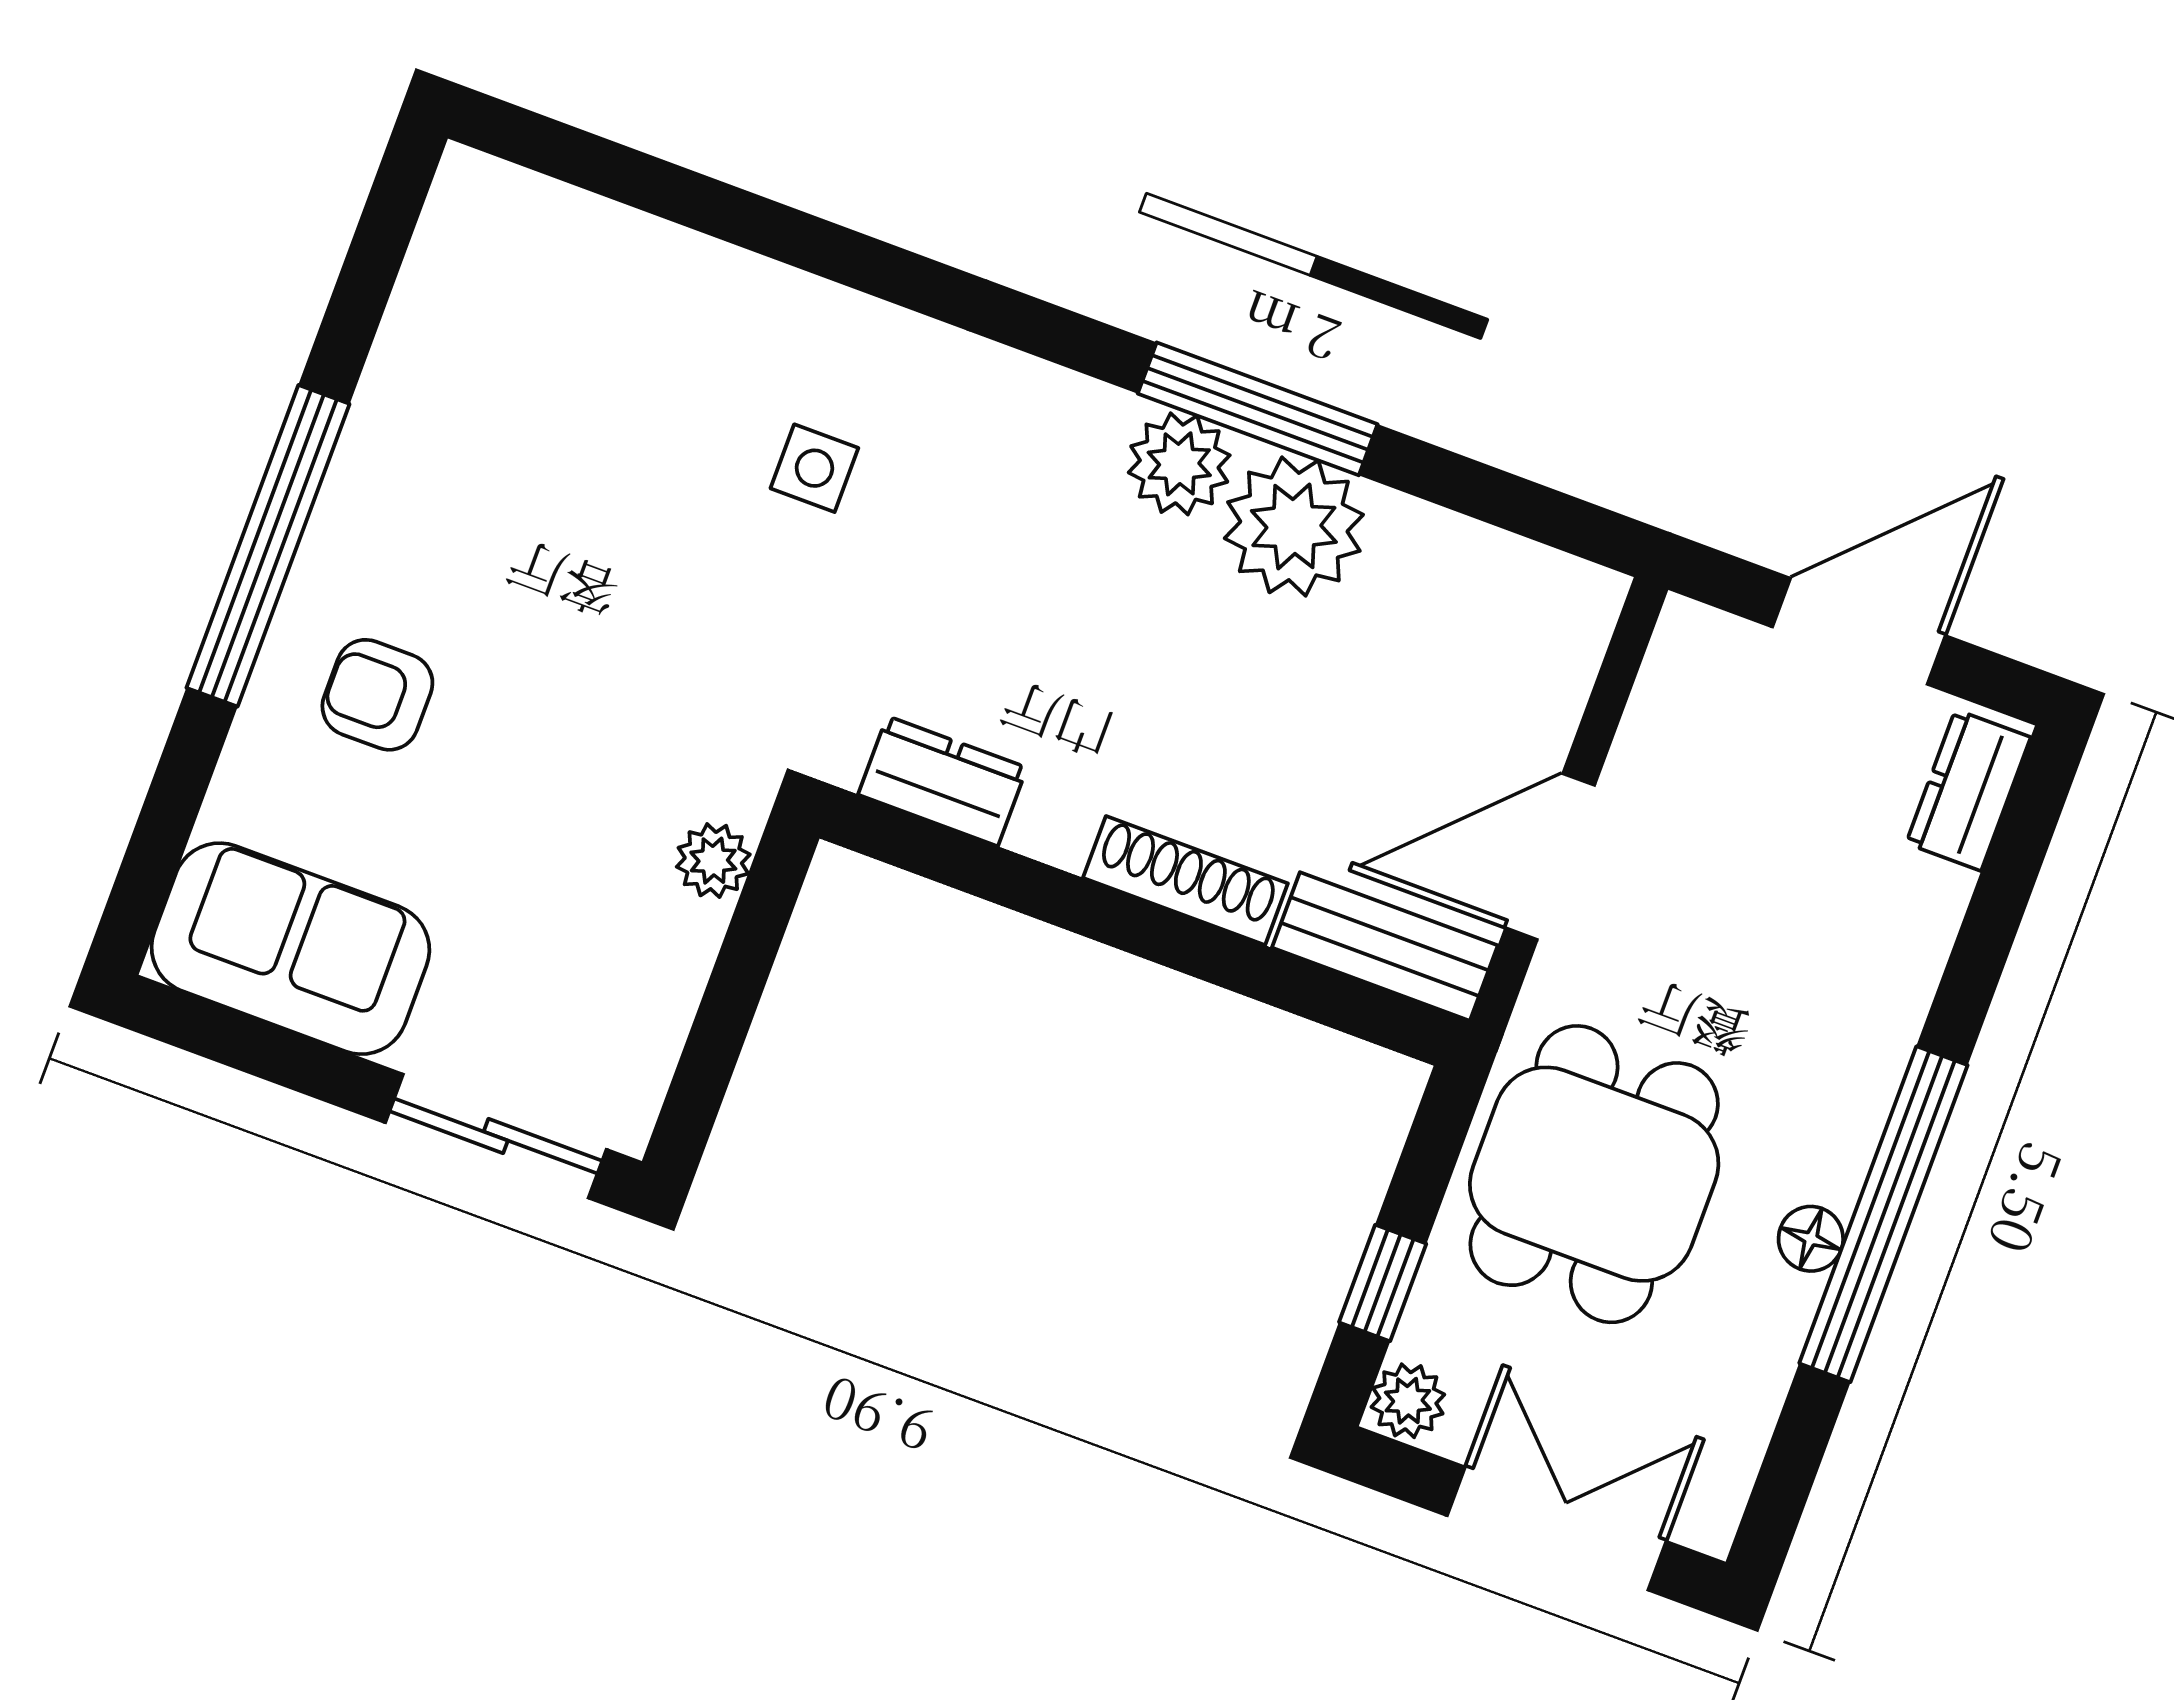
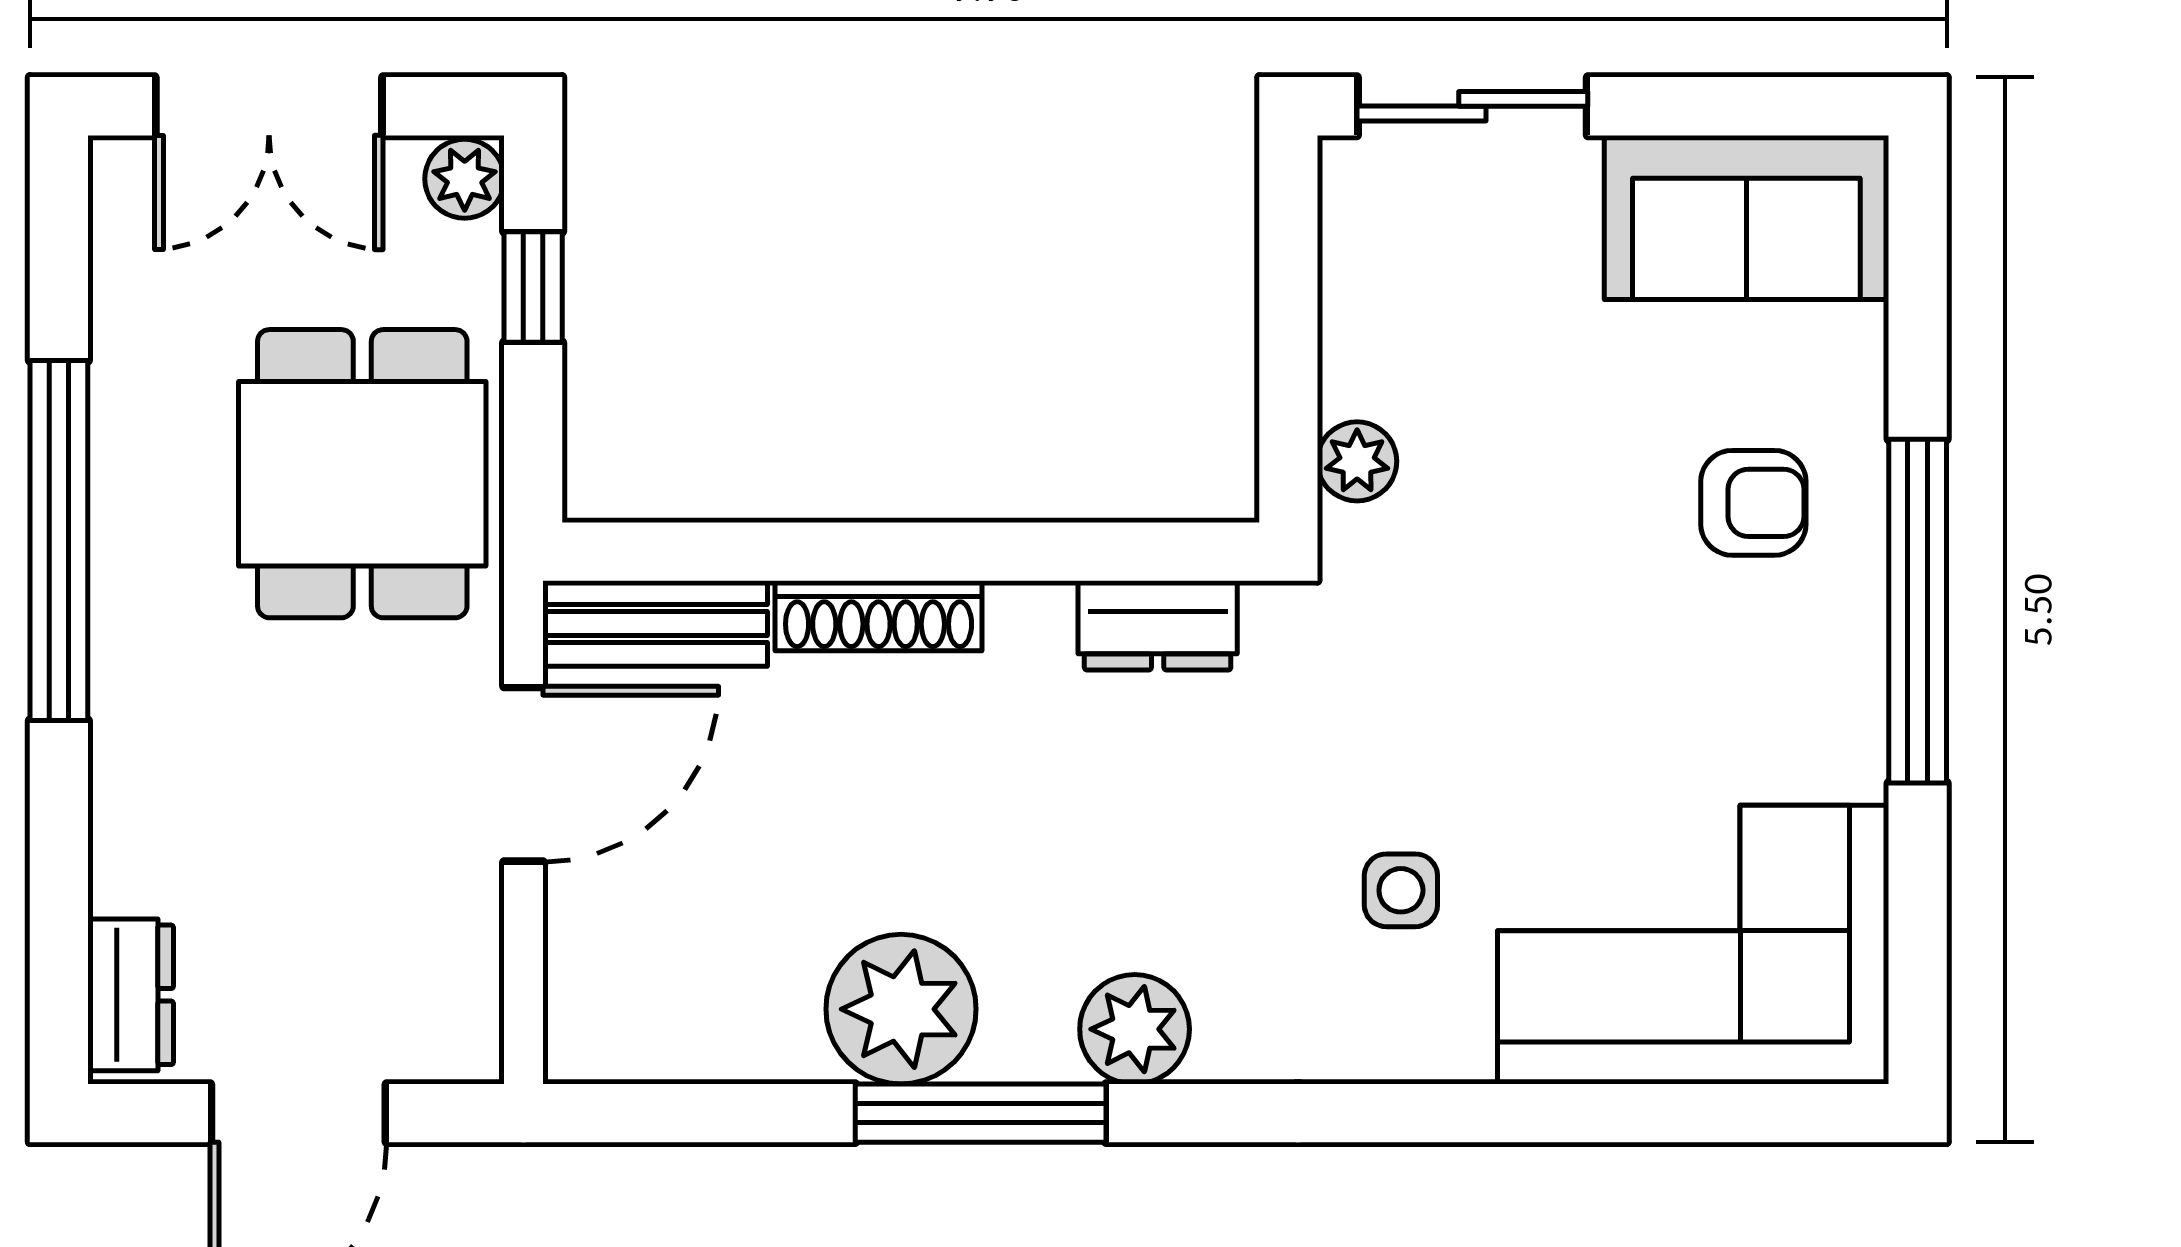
corner sofa: (575, 325) -> (1693, 945), added
plant: (1179, 464) -> (1135, 1029), moved
floor lamp: (1811, 1239) -> (122, 489), removed

